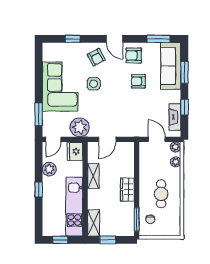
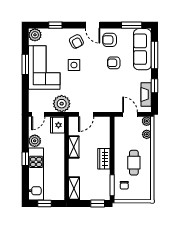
plant: (50, 50) -> (35, 35), added
window: (184, 73) -> (155, 55), width x1.44
window: (39, 114) -> (25, 64), moved
kitchen unit: (74, 207) -> (36, 174), moved, turned 180
window: (108, 240) -> (98, 203), moved

